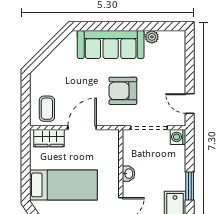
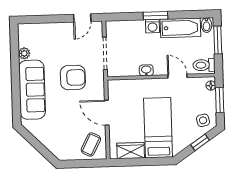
armchair: (123, 91) -> (73, 78), turned -90
coffee table: (47, 109) -> (91, 144), turned -63
washing machine: (178, 137) -> (152, 26), moved
wardrobe: (49, 138) -> (131, 151), moved, turned -90

